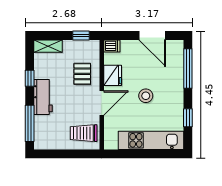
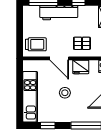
workbench: (43, 97) -> (59, 13), width x1.38
trolley: (84, 133) -> (36, 44), turned 90

